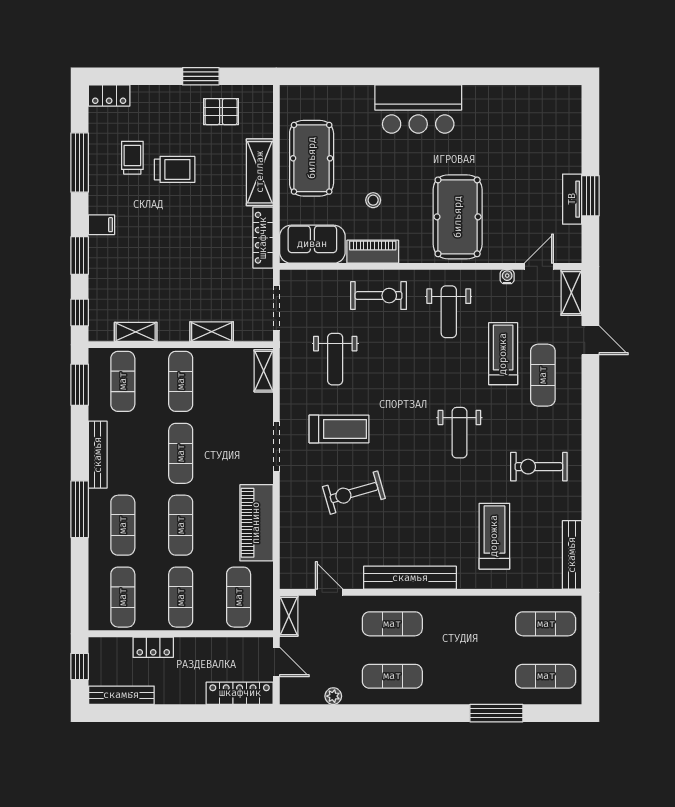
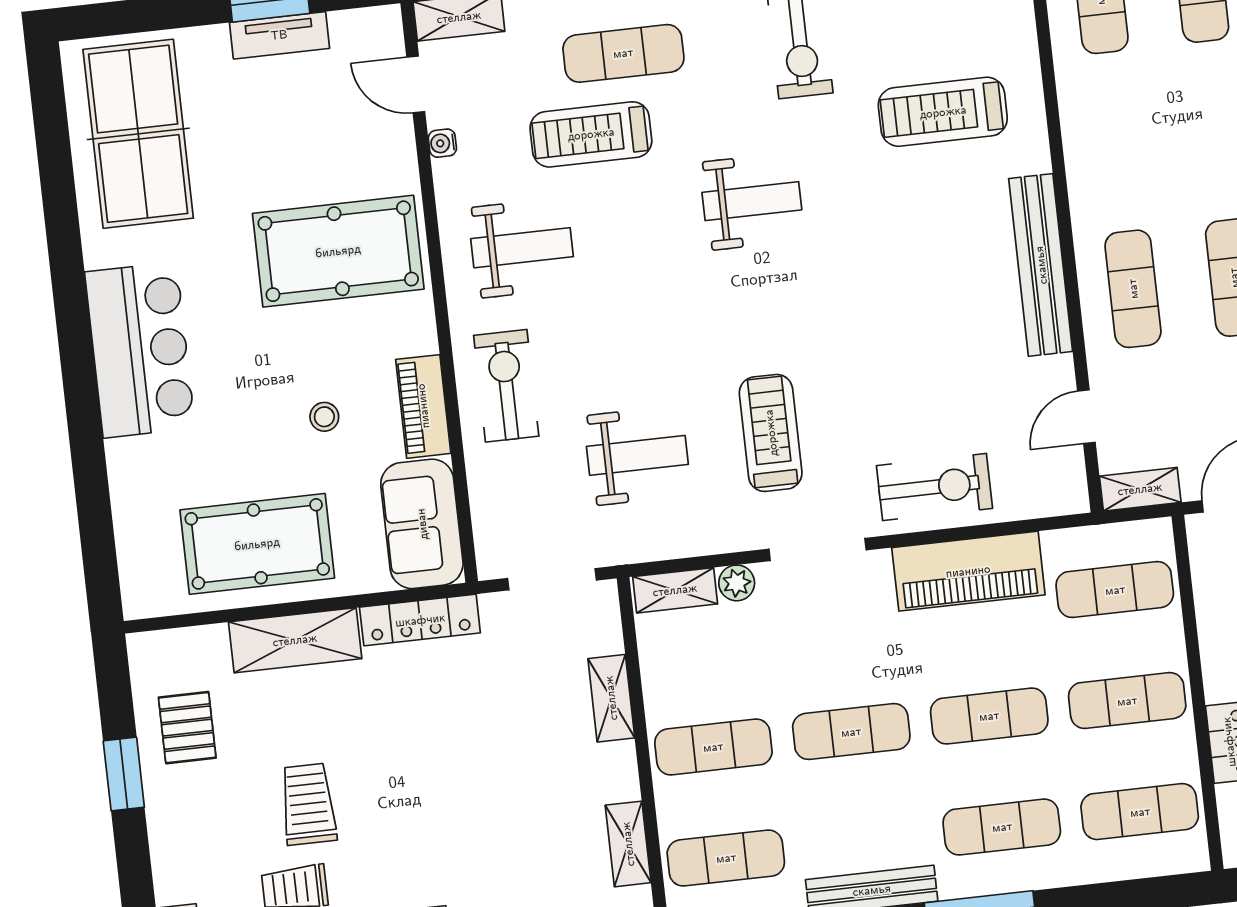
table tennis table: (530, 121) -> (138, 134), added
plant: (264, 403) -> (737, 583), added
exercise bike: (354, 493) -> (934, 487), moved, turned -74

